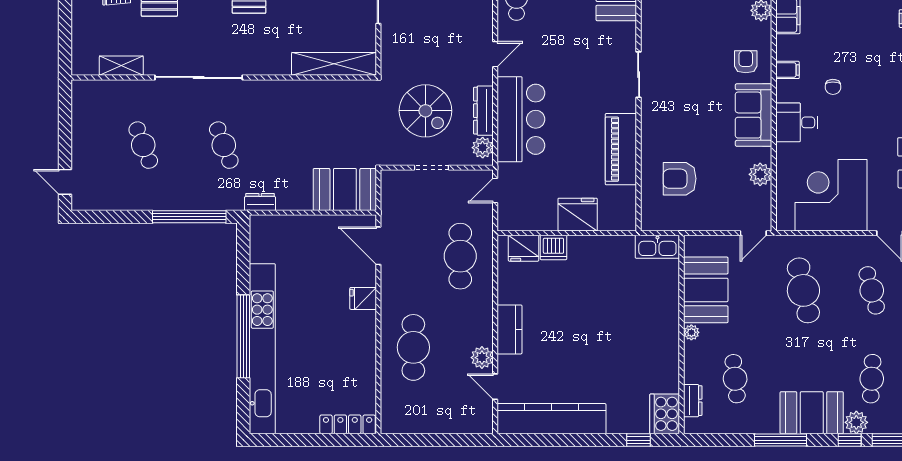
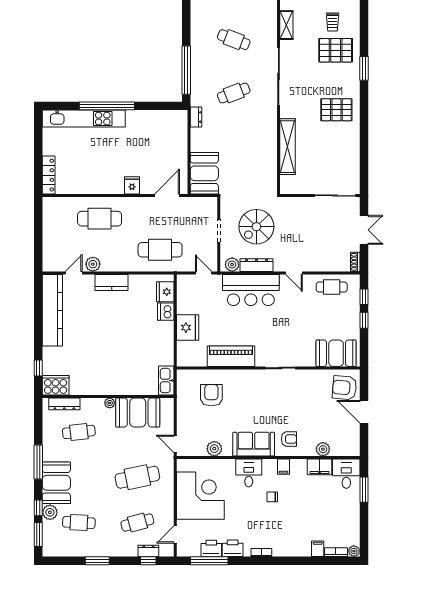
shelving: (334, 64) -> (288, 147), moved
cafe table: (143, 145) -> (234, 40), turned 42
kitchen unit: (262, 349) -> (84, 119), width x0.73
dresser: (693, 401) -> (64, 404), width x1.44

